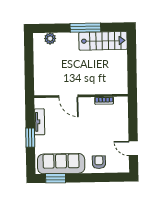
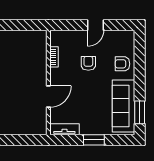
tv unit: (39, 122) -> (64, 129), moved
armchair: (99, 131) -> (88, 63), added
door: (133, 148) -> (96, 25), moved

